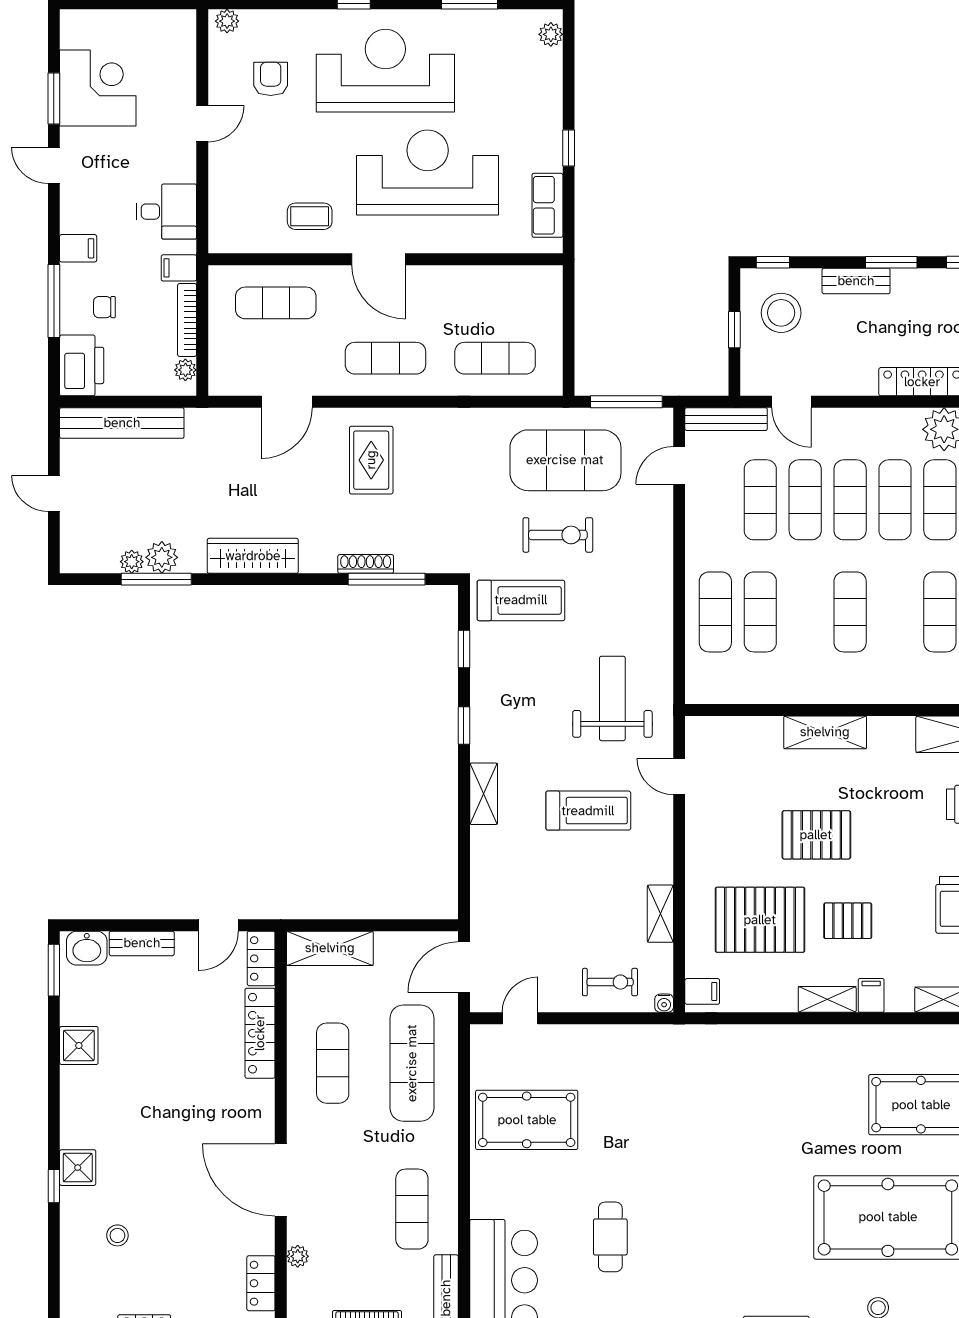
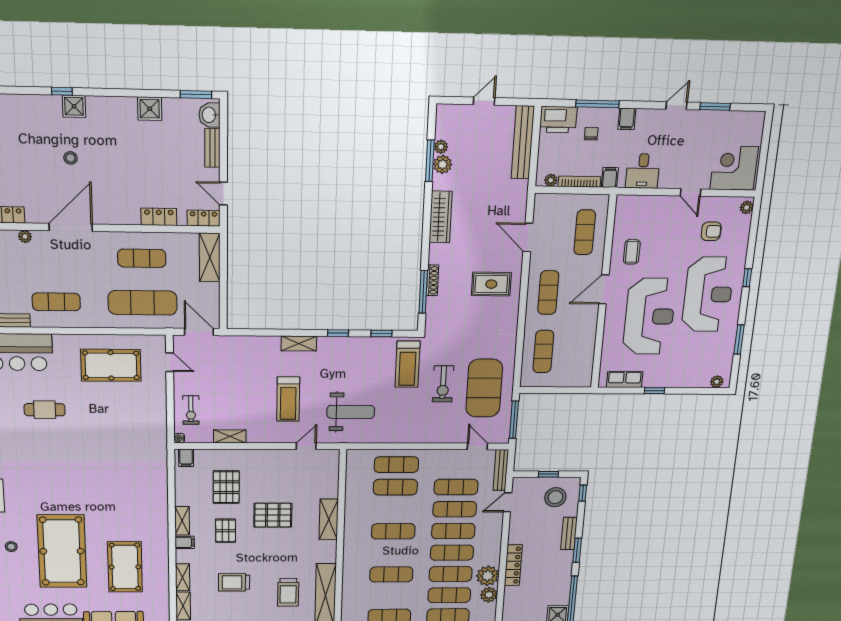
corner desk: (98, 88) -> (734, 168), moved, turned 180
pallet: (816, 835) -> (273, 515), turned 90
pallet: (760, 920) -> (226, 487), width x0.73, depth x0.71
locker: (260, 1033) -> (159, 217), width x0.66
pool table: (527, 1120) -> (111, 365), turned 90
stool: (117, 1235) -> (70, 158), moved

